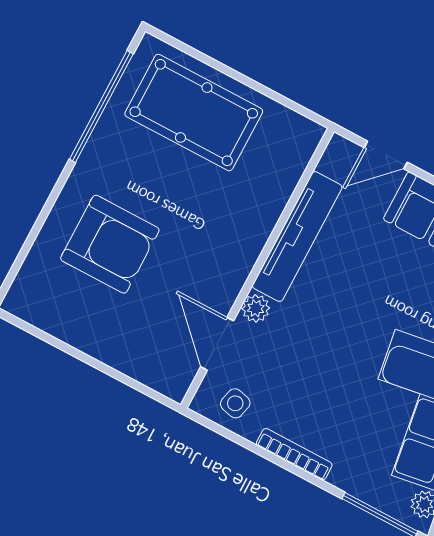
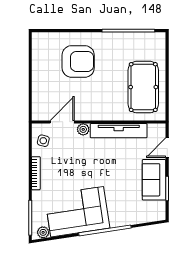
pool table: (194, 113) -> (143, 87), moved
door: (386, 155) -> (167, 148), hinge flipped
armchair: (110, 244) -> (78, 61), turned -90

